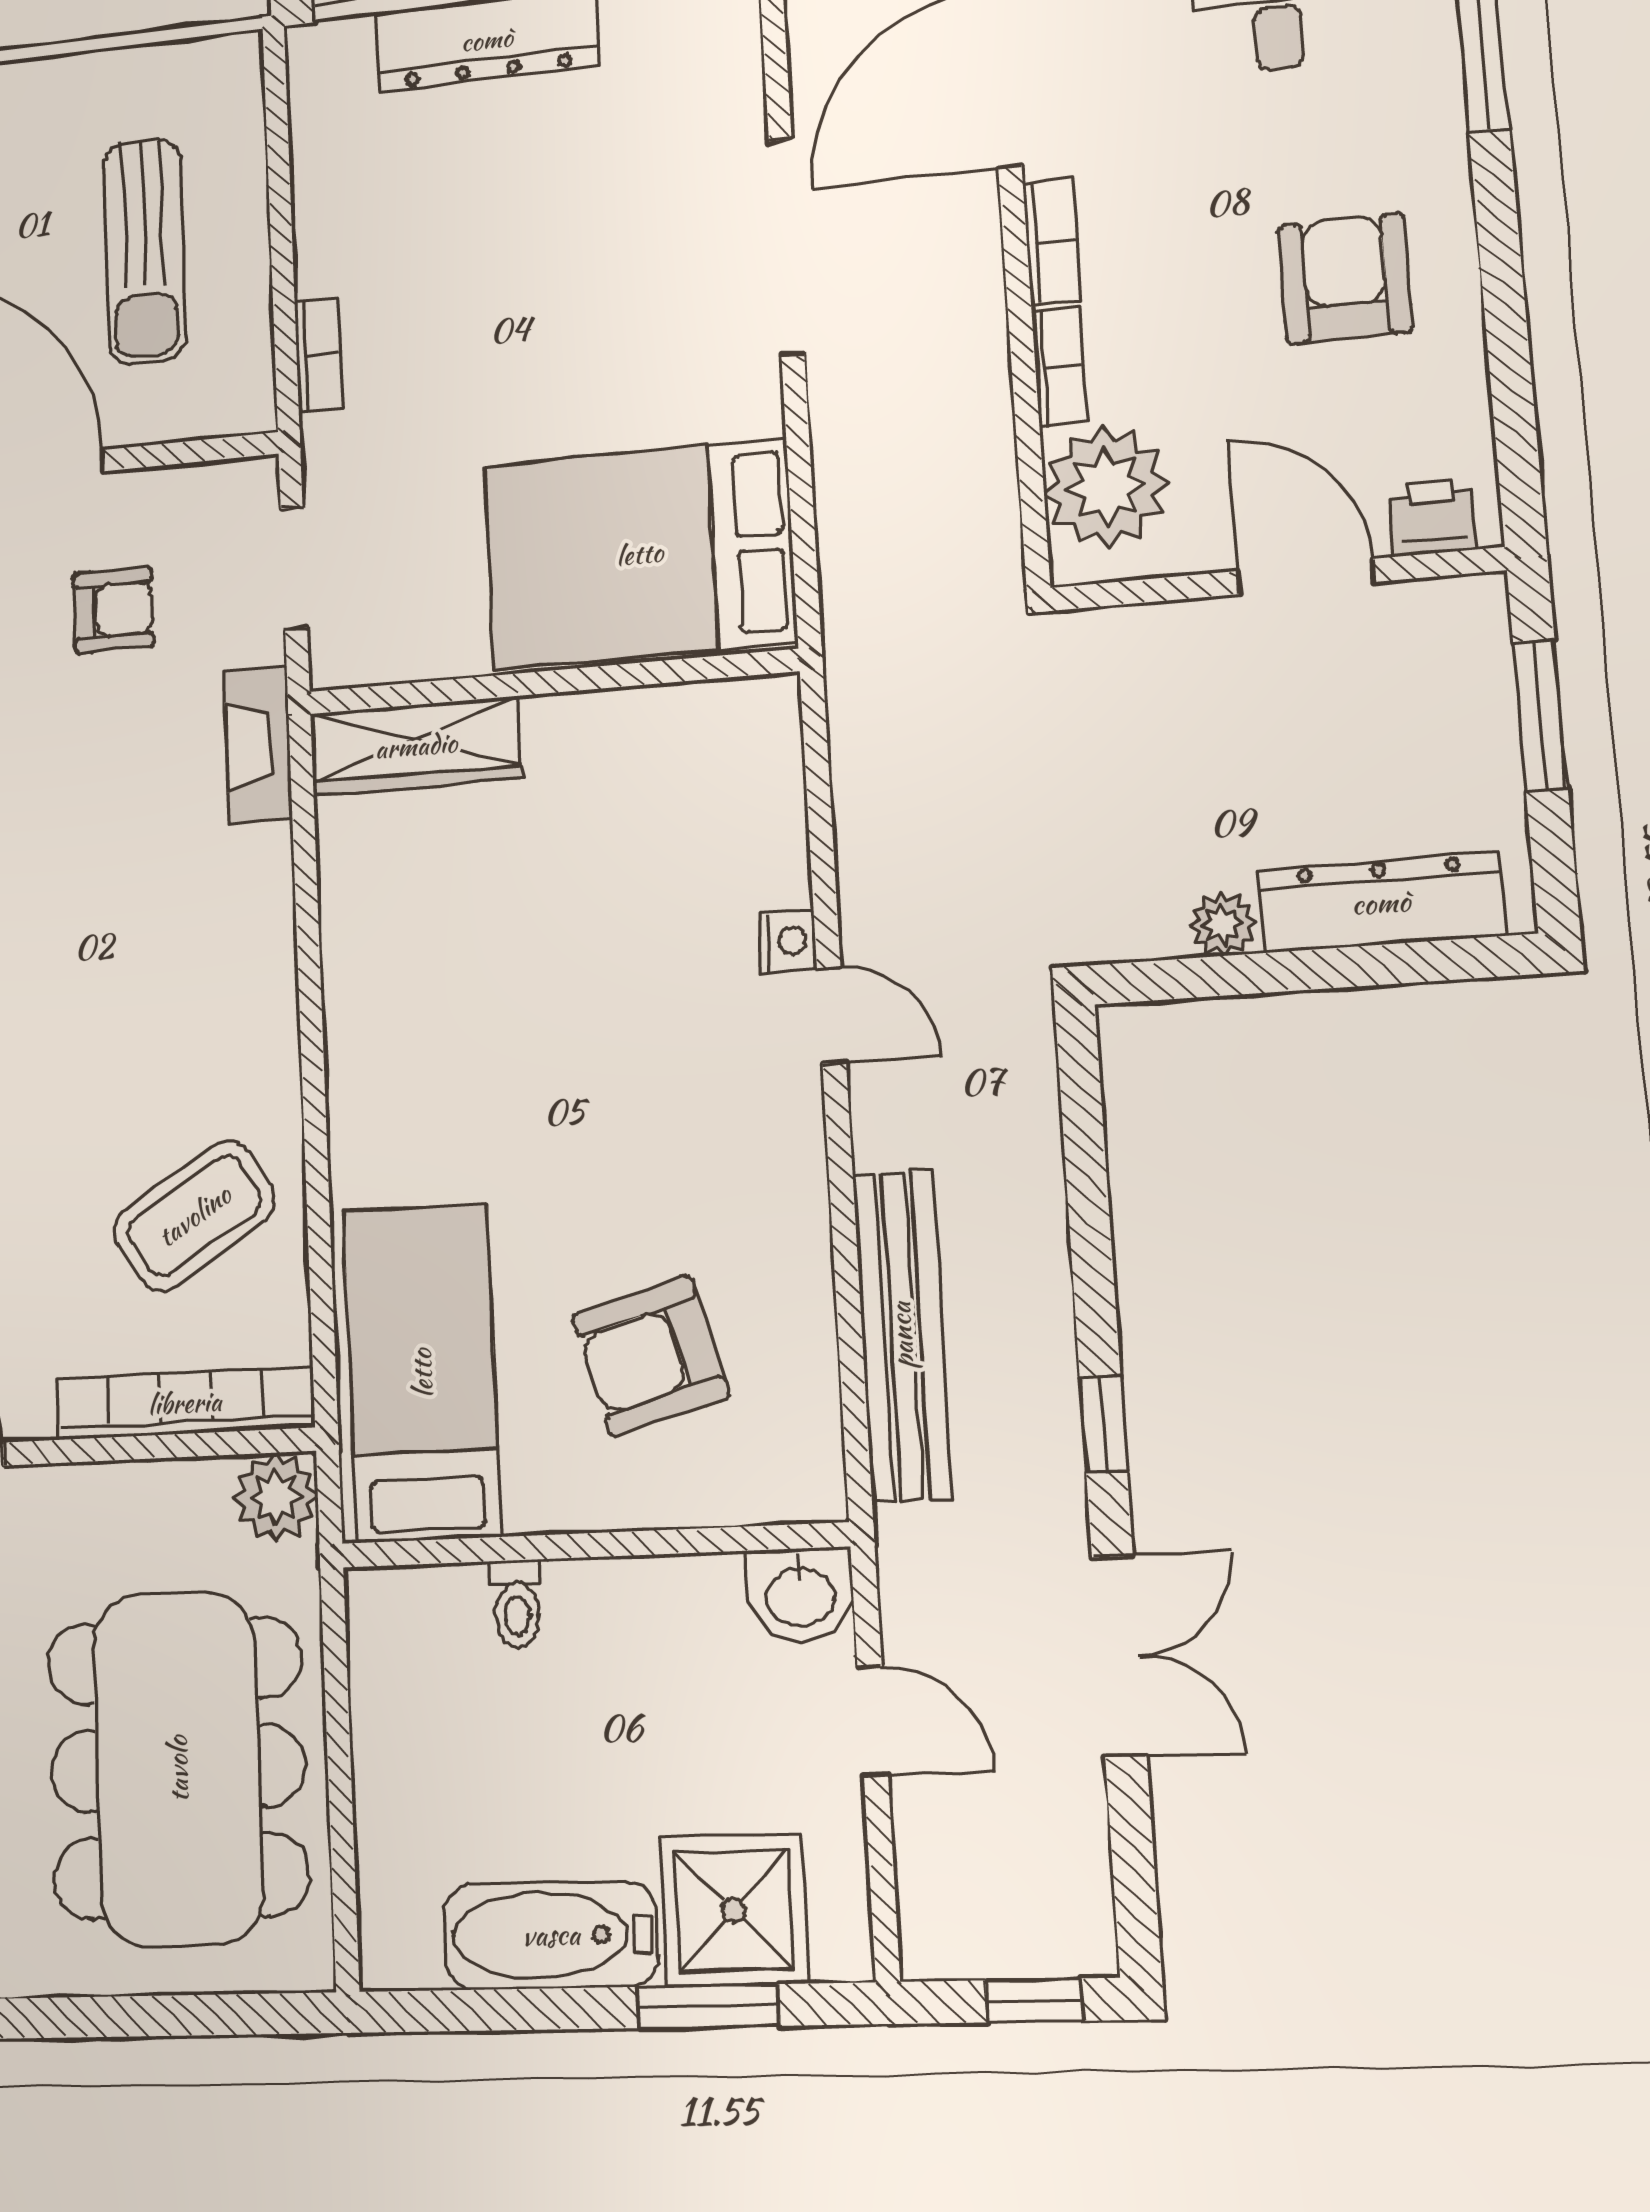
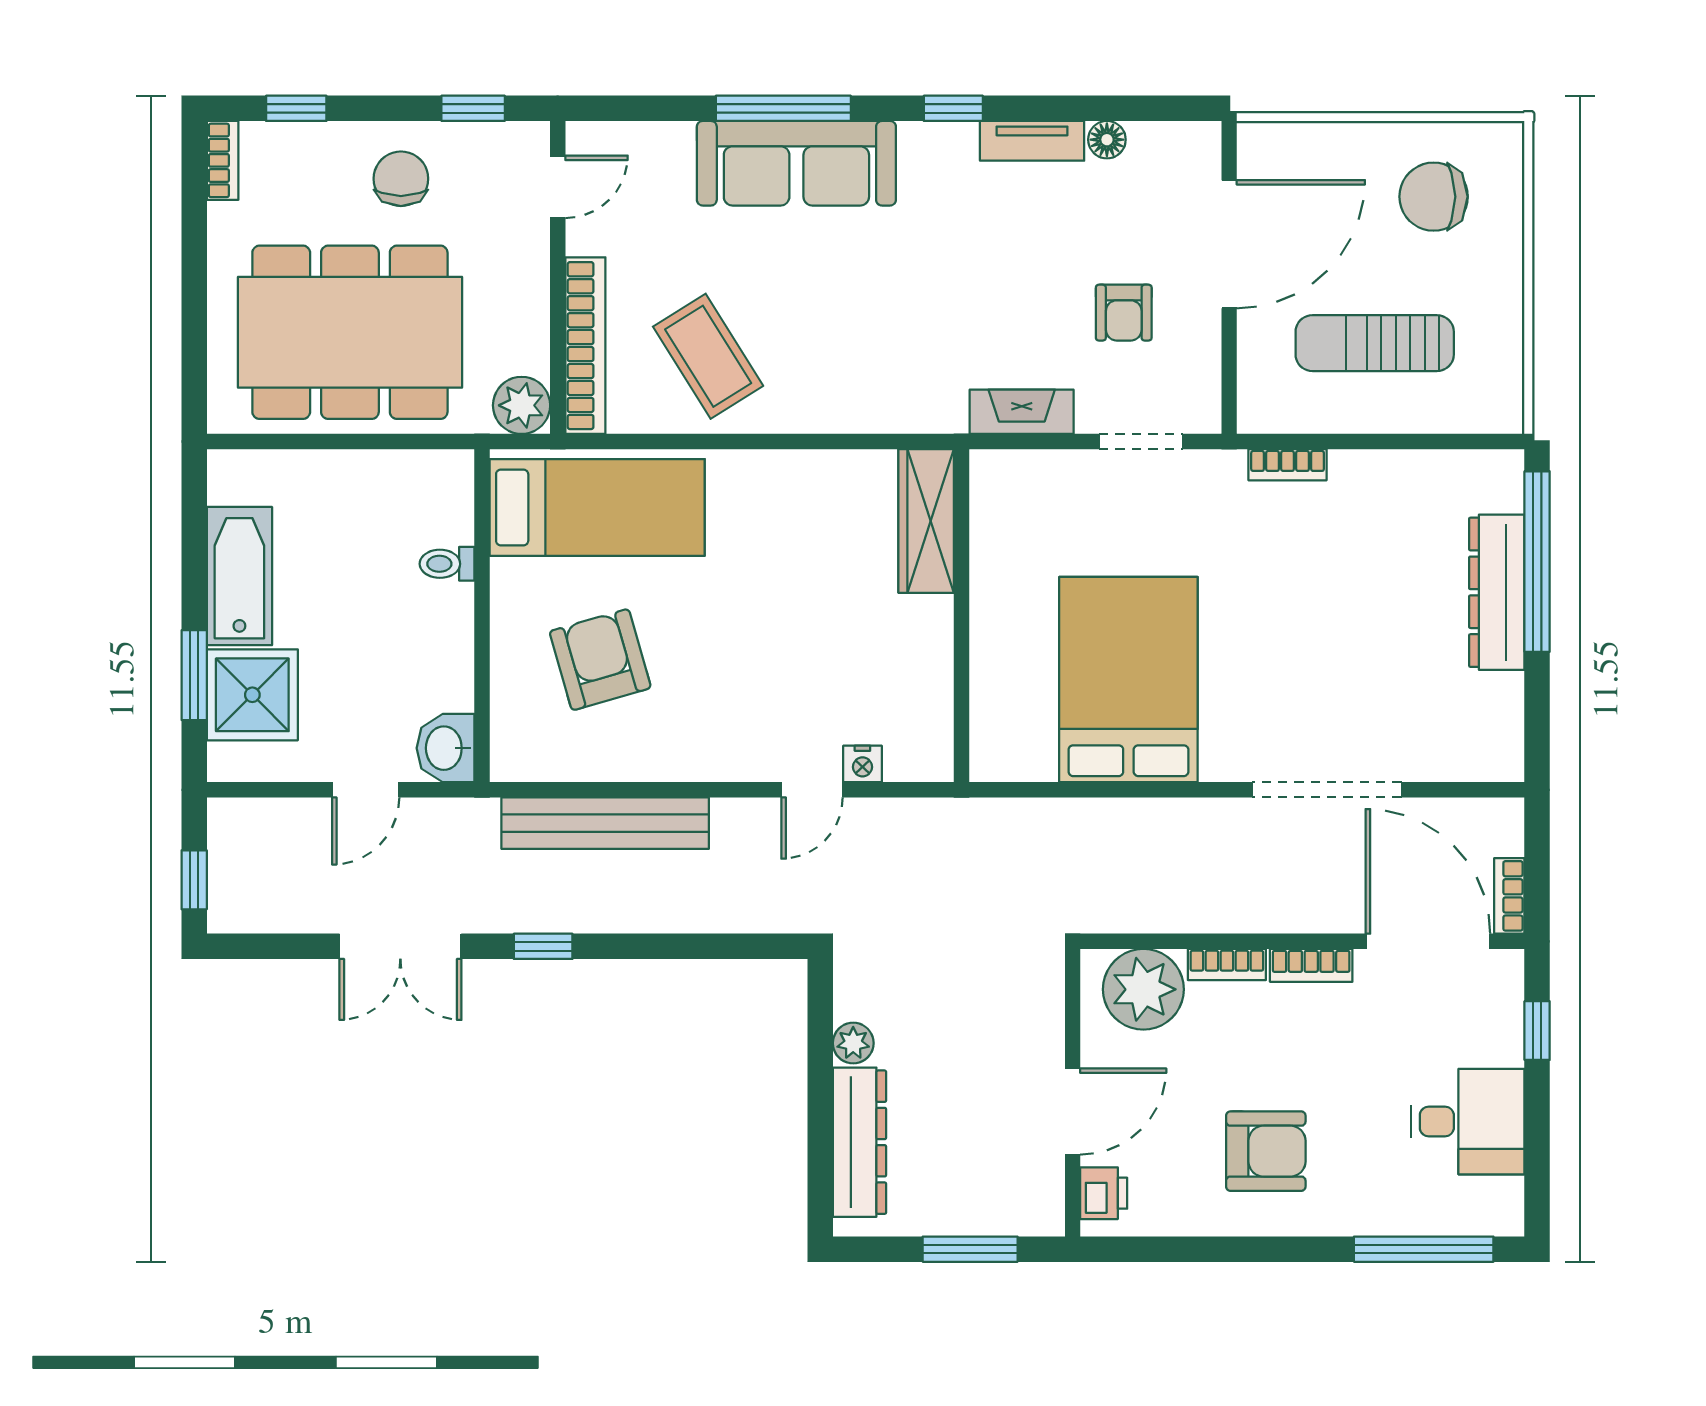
wall: (551, 682) -> (962, 616), moved
wardrobe: (416, 746) -> (926, 521), moved

